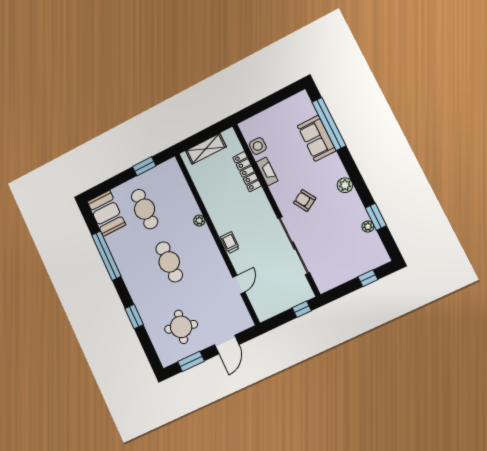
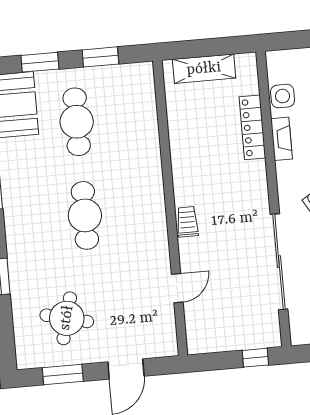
window: (112, 183) -> (40, 62), added
plant: (199, 221) -> (154, 171), removed

